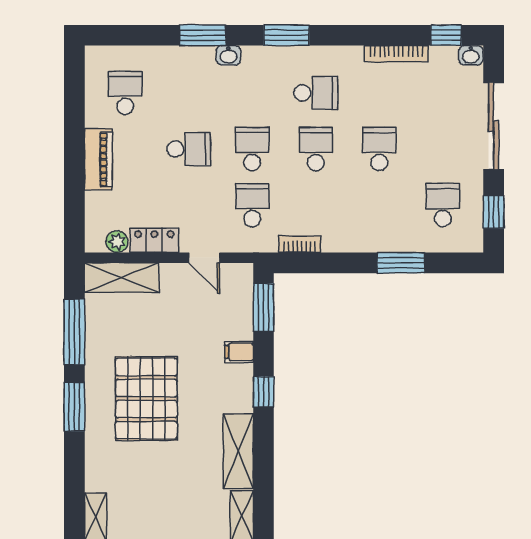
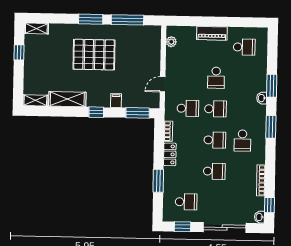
locker: (154, 240) -> (170, 154), moved
shelving: (122, 278) -> (154, 44), removed

